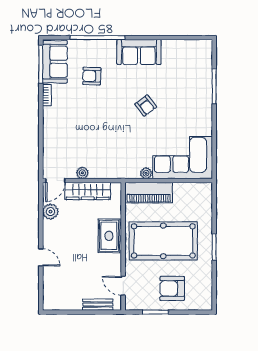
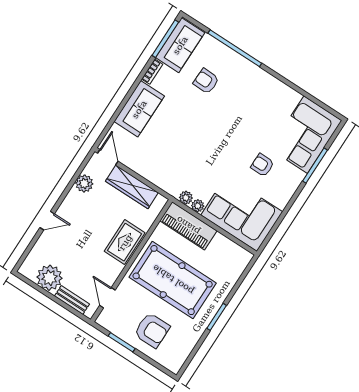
sofa: (139, 52) -> (139, 109), moved, turned -90
corner sofa: (192, 68) -> (306, 135), added
armchair: (146, 106) -> (262, 165), moved, turned 127
plant: (82, 173) -> (186, 198), moved
door: (55, 181) -> (108, 157), swing flipped
door: (41, 257) -> (47, 221), hinge flipped
armchair: (172, 288) -> (152, 330), turned 180
plant: (70, 299) -> (49, 278), added

